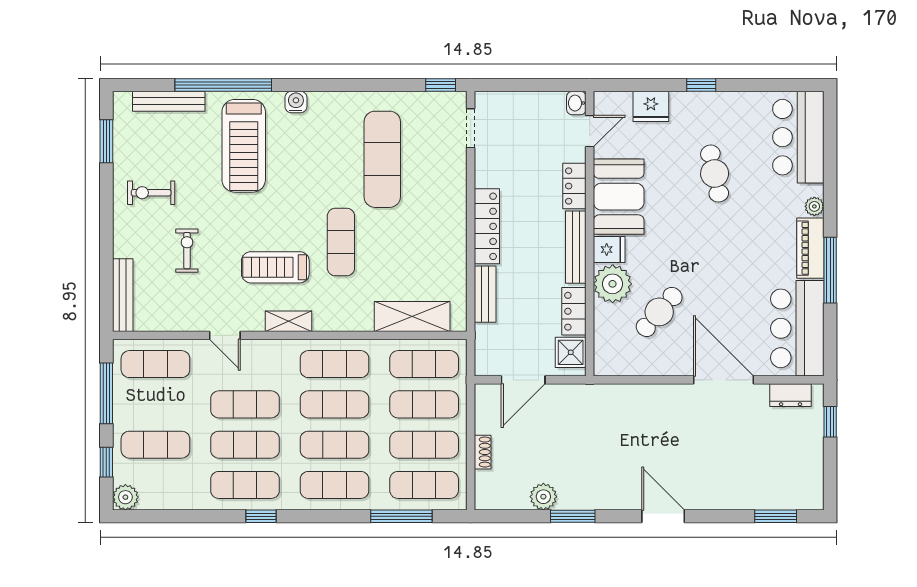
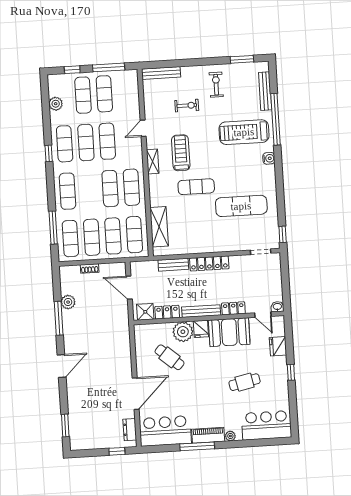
exercise mat: (155, 364) -> (104, 94), moved
exercise mat: (335, 445) -> (89, 190), removed
plant: (125, 497) -> (56, 104), moved
window: (573, 516) -> (59, 318), width x1.44

